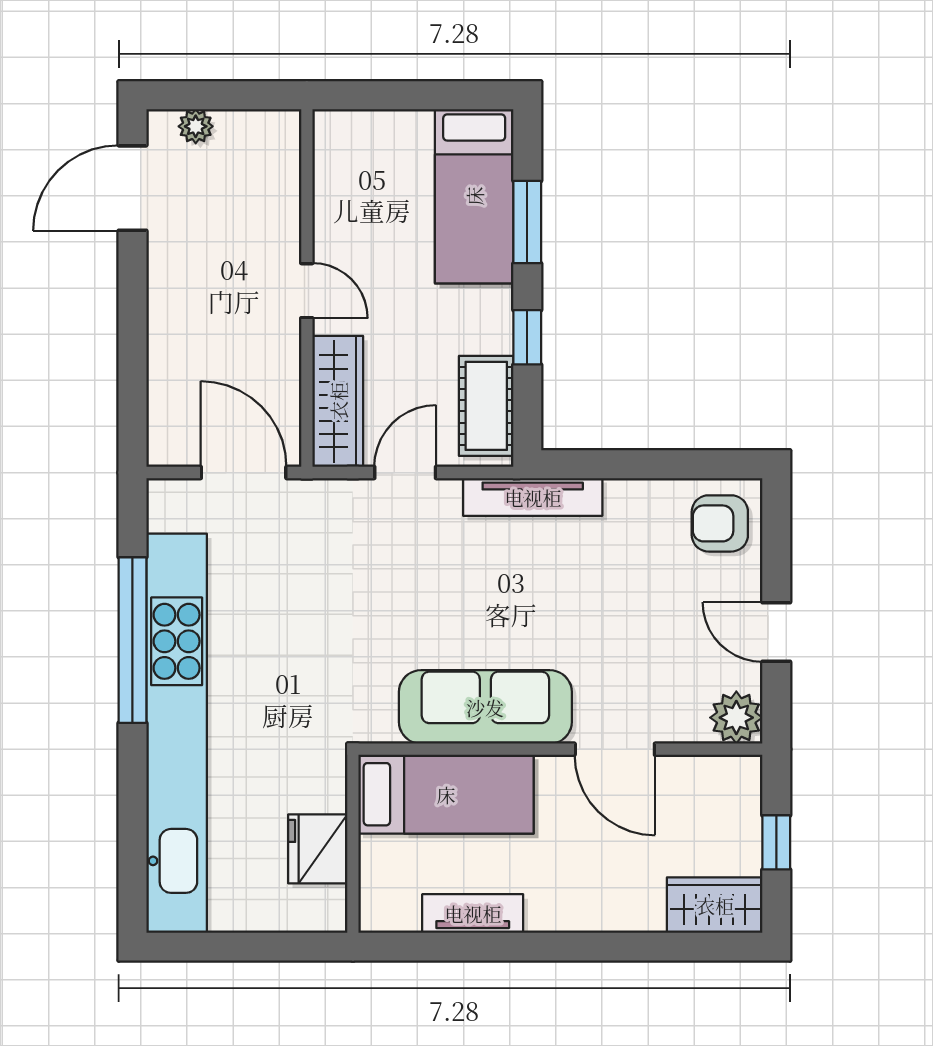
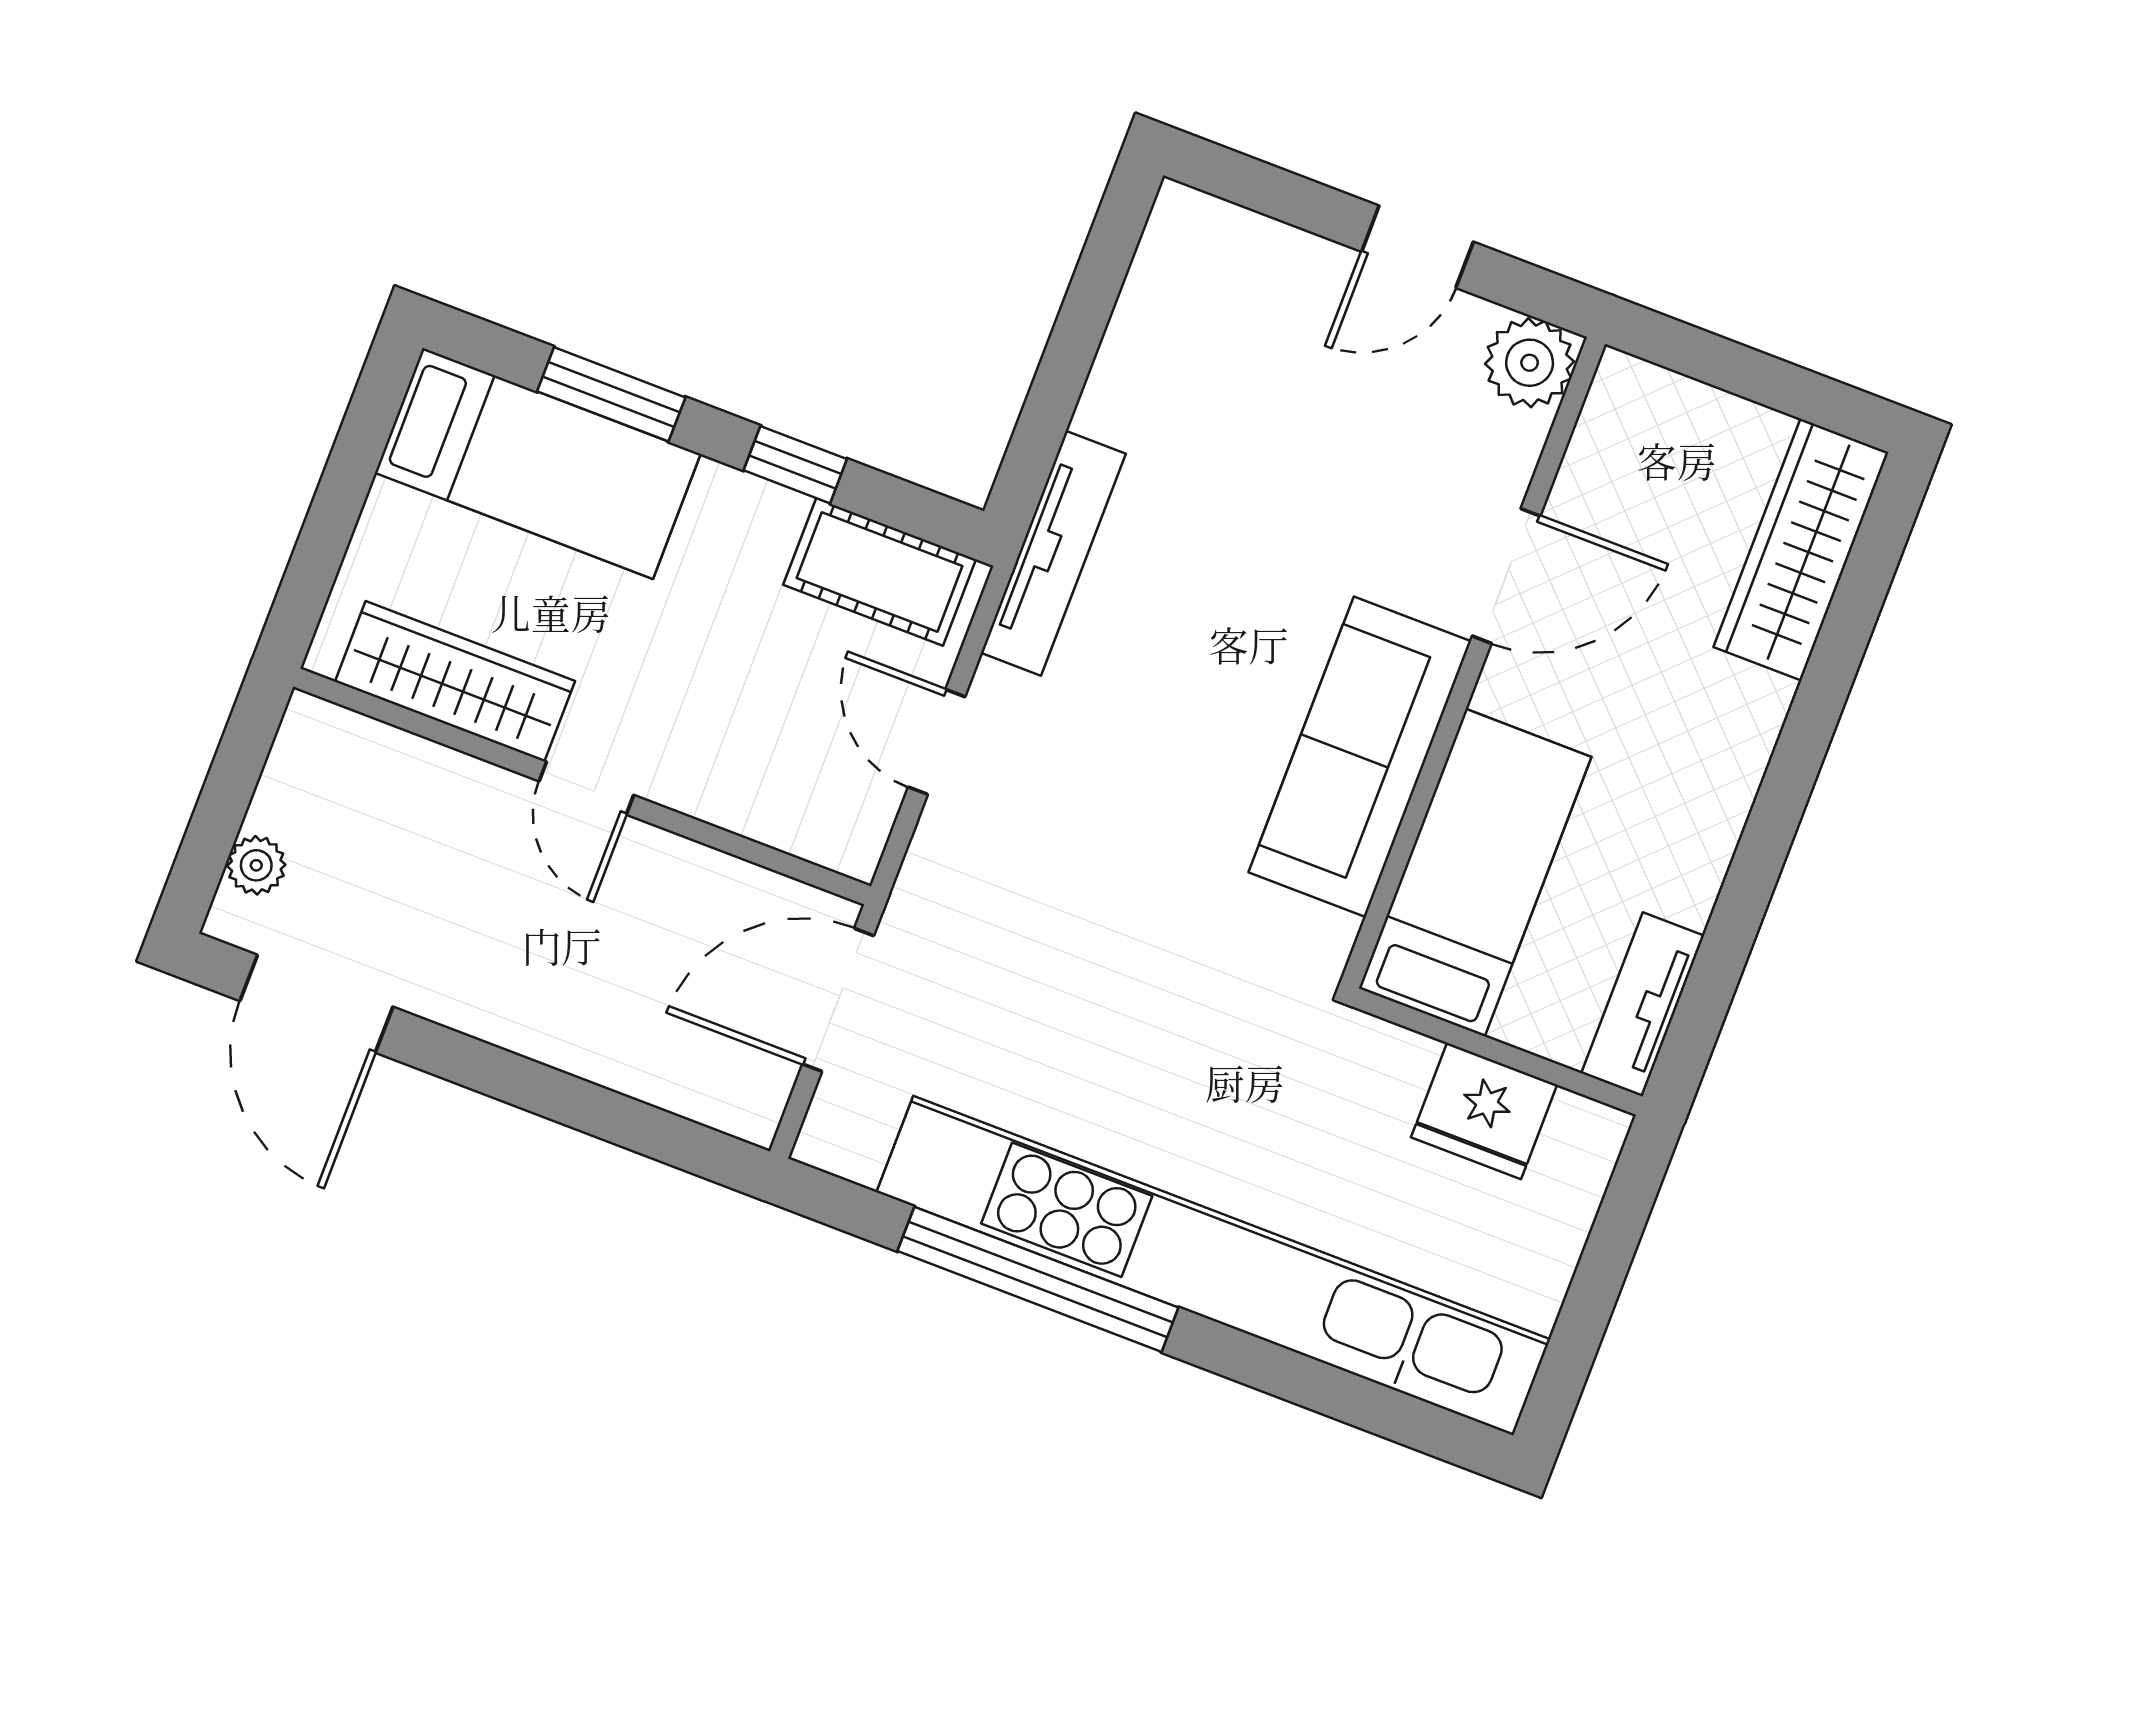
door: (307, 291) -> (586, 788), swing flipped
wardrobe: (338, 401) -> (455, 681), moved
armchair: (720, 523) -> (1210, 271), removed
window: (776, 842) -> (1753, 375), removed
wardrobe: (715, 905) -> (1801, 550), width x1.50
tv unit: (473, 913) -> (1643, 1005), moved

